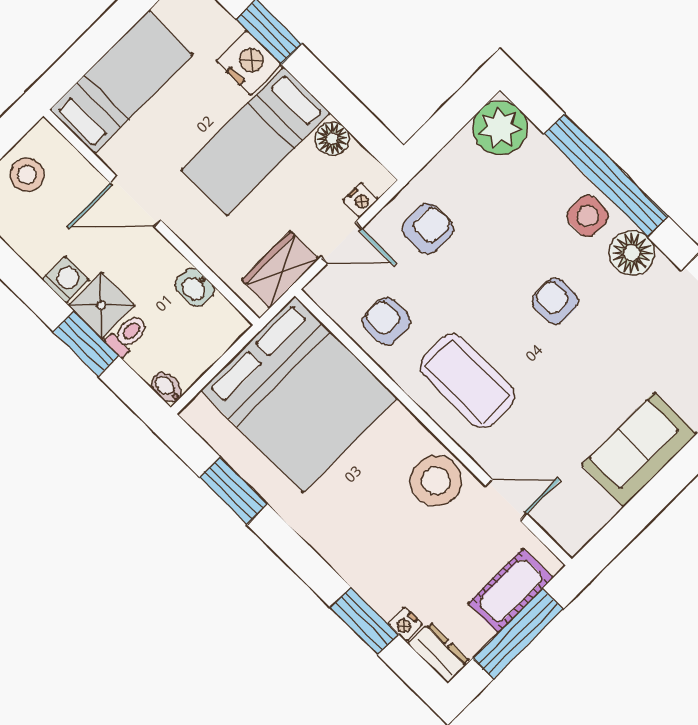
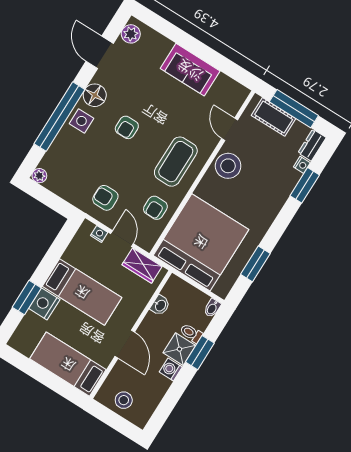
plant: (500, 128) -> (39, 176), width x0.53, depth x0.53
floor lamp: (332, 139) -> (72, 255), removed

